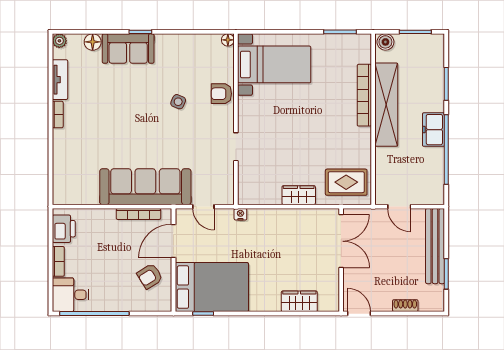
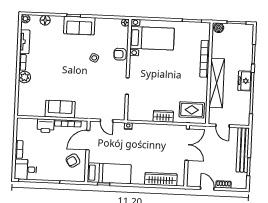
sofa: (128, 48) -> (79, 26), moved
shelving: (386, 105) -> (217, 83), moved
plant: (62, 139) -> (25, 77), added
sofa: (145, 187) -> (60, 109), width x0.54, depth x0.79
printer: (64, 229) -> (46, 126), moved, turned 90
bed: (212, 287) -> (109, 173), width x0.67
wardrobe: (299, 301) -> (161, 179), width x1.50
door: (359, 314) -> (207, 188), moved

